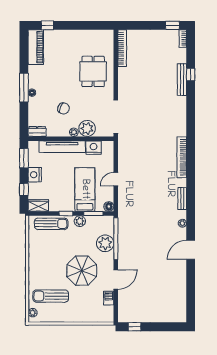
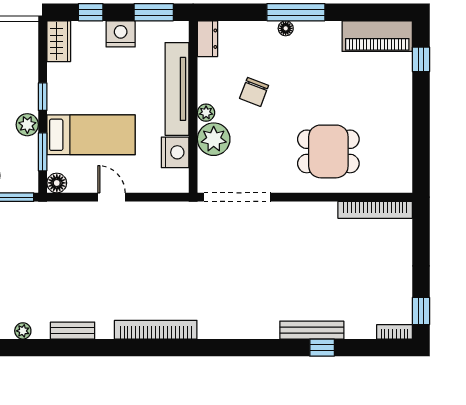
sun lounger: (51, 224) -> (22, 67), removed

